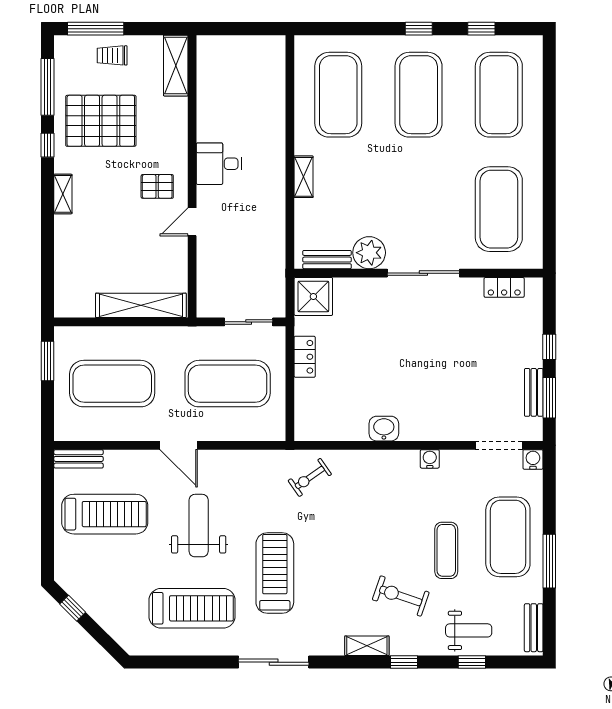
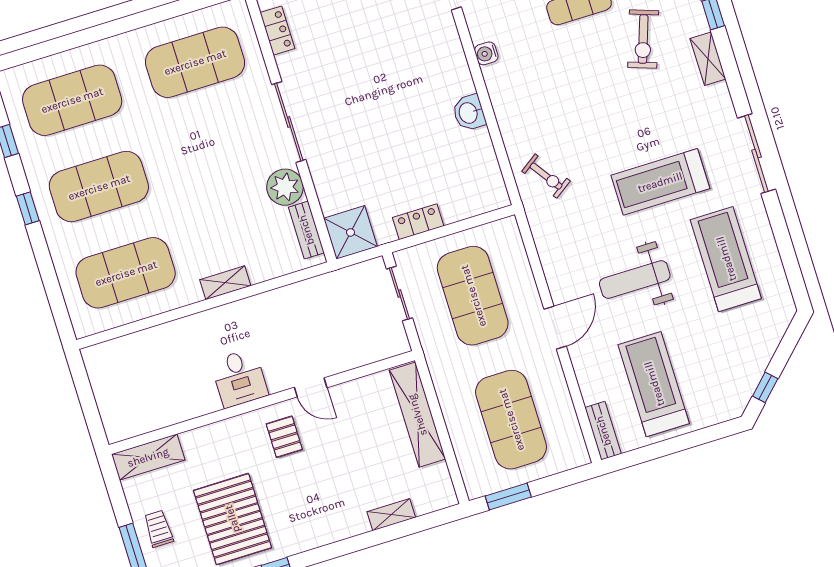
trolley: (112, 55) -> (159, 529), turned 180
shelving: (63, 194) -> (391, 515), moved

